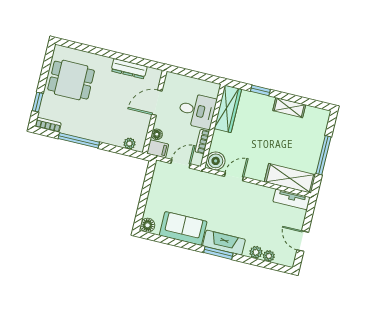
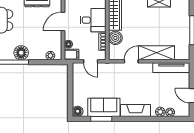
floor lamp: (92, 130) -> (21, 53), added
boiler: (216, 161) -> (115, 38), moved
door: (181, 164) -> (91, 61), swing flipped
shelving: (290, 178) -> (157, 53), moved
tv unit: (292, 199) -> (171, 68), width x1.41
window: (218, 253) -> (101, 119), moved

